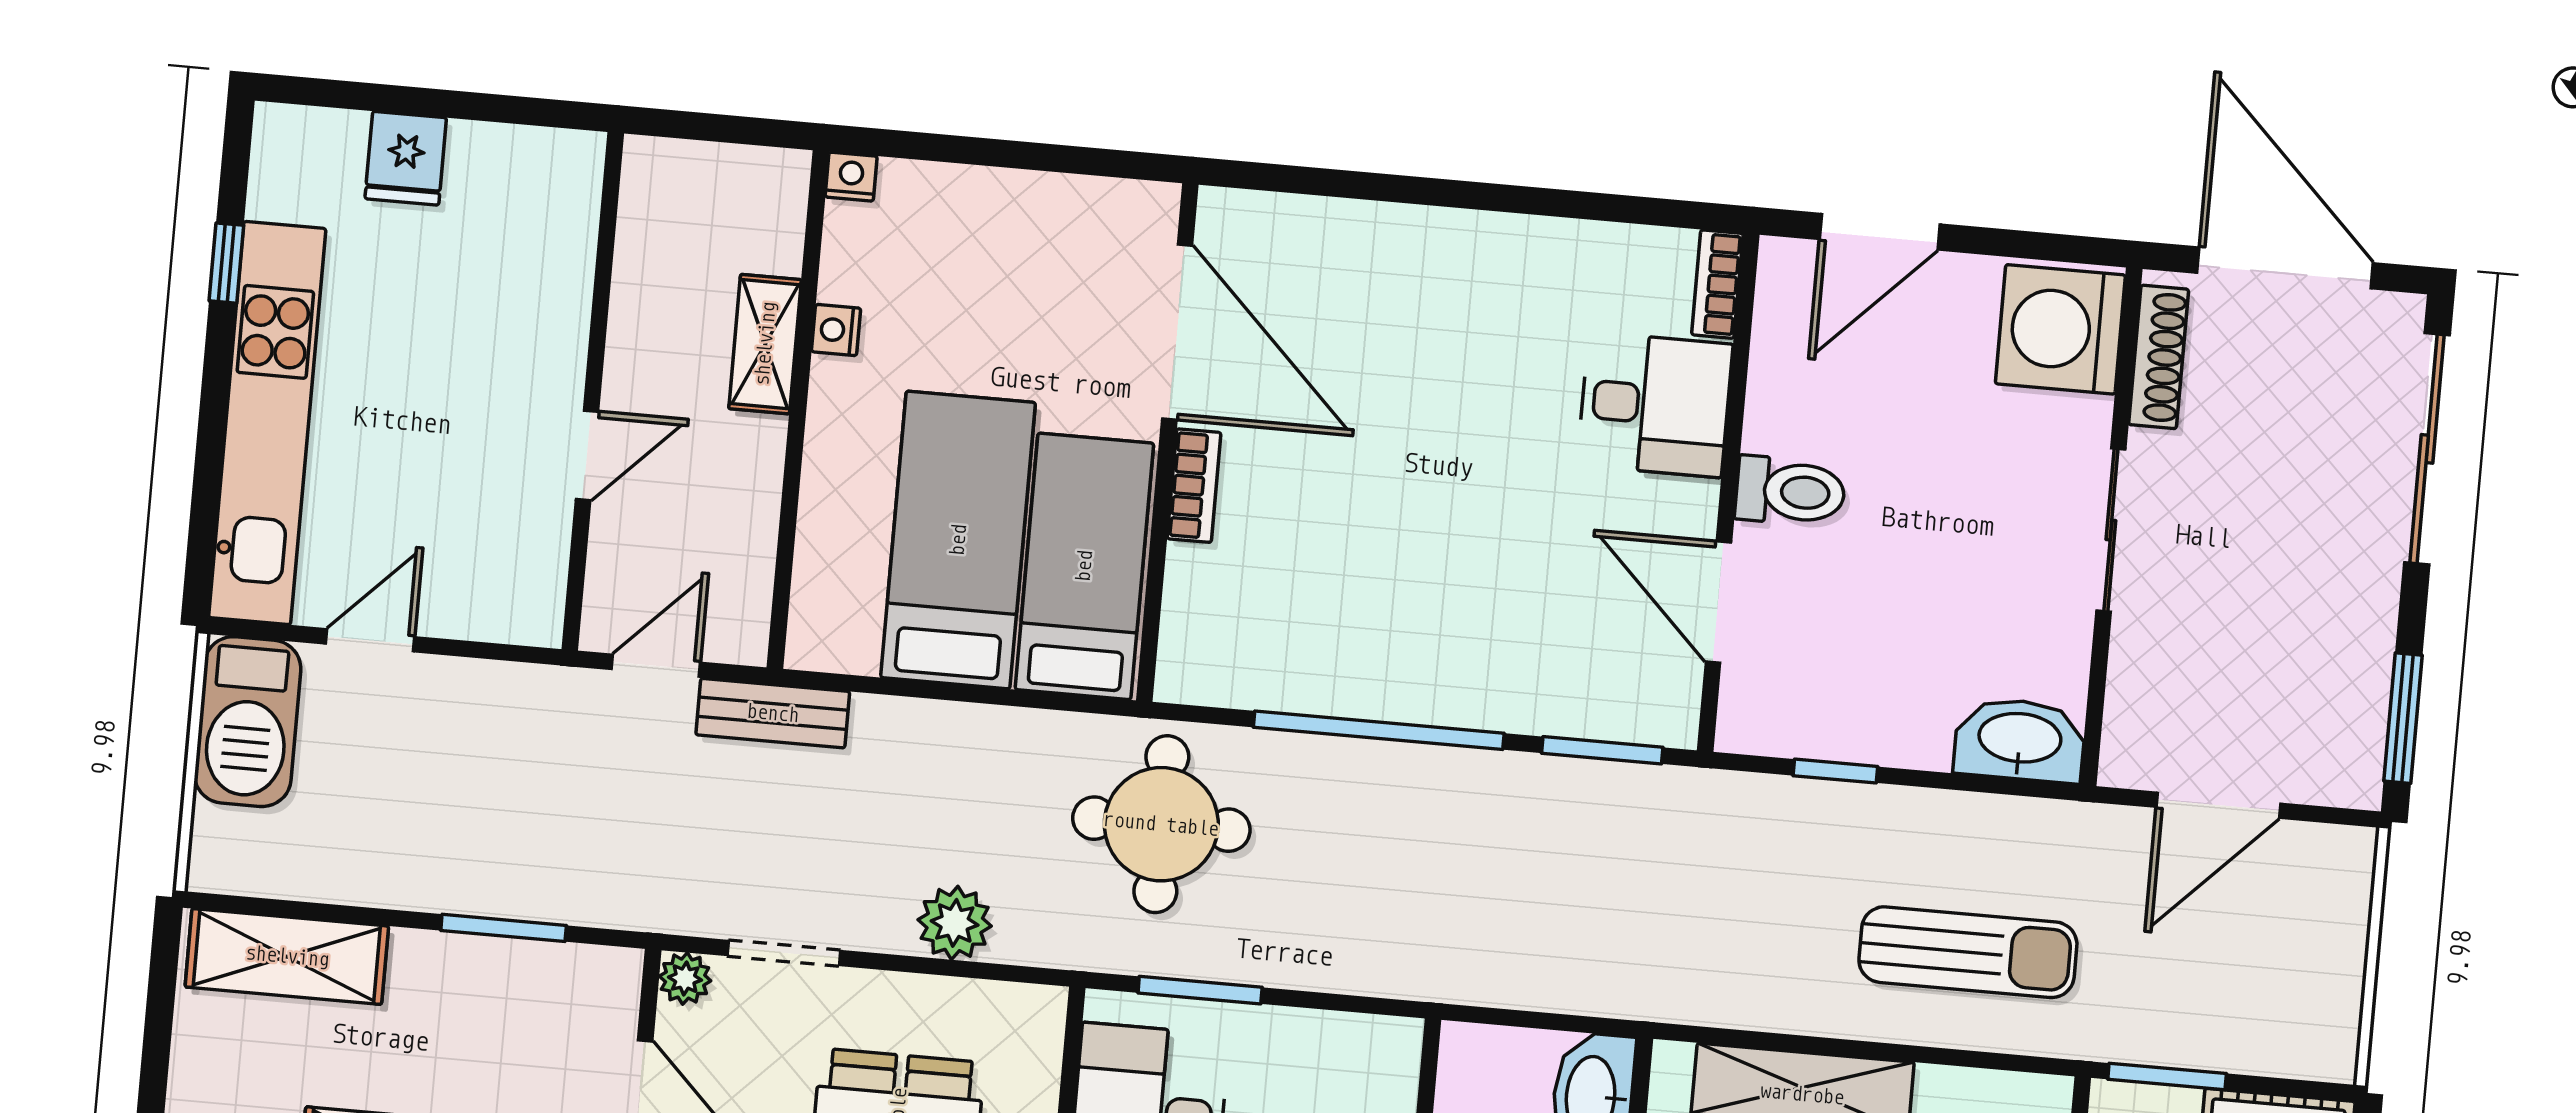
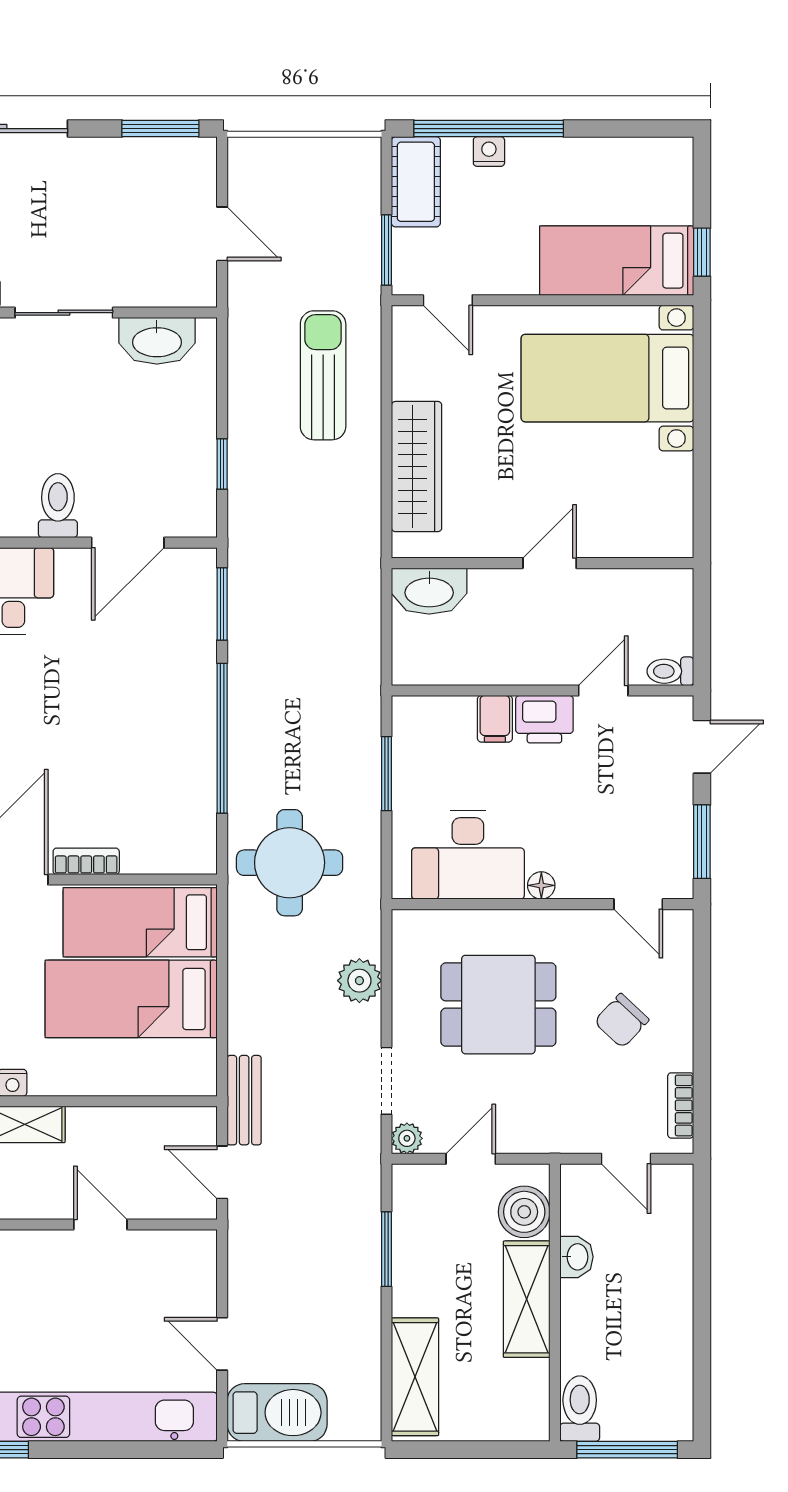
washbasin: (2020, 740) -> (157, 341), moved, turned -90
door: (2218, 805) -> (222, 234), width x0.73
window: (1200, 990) -> (386, 774), moved

